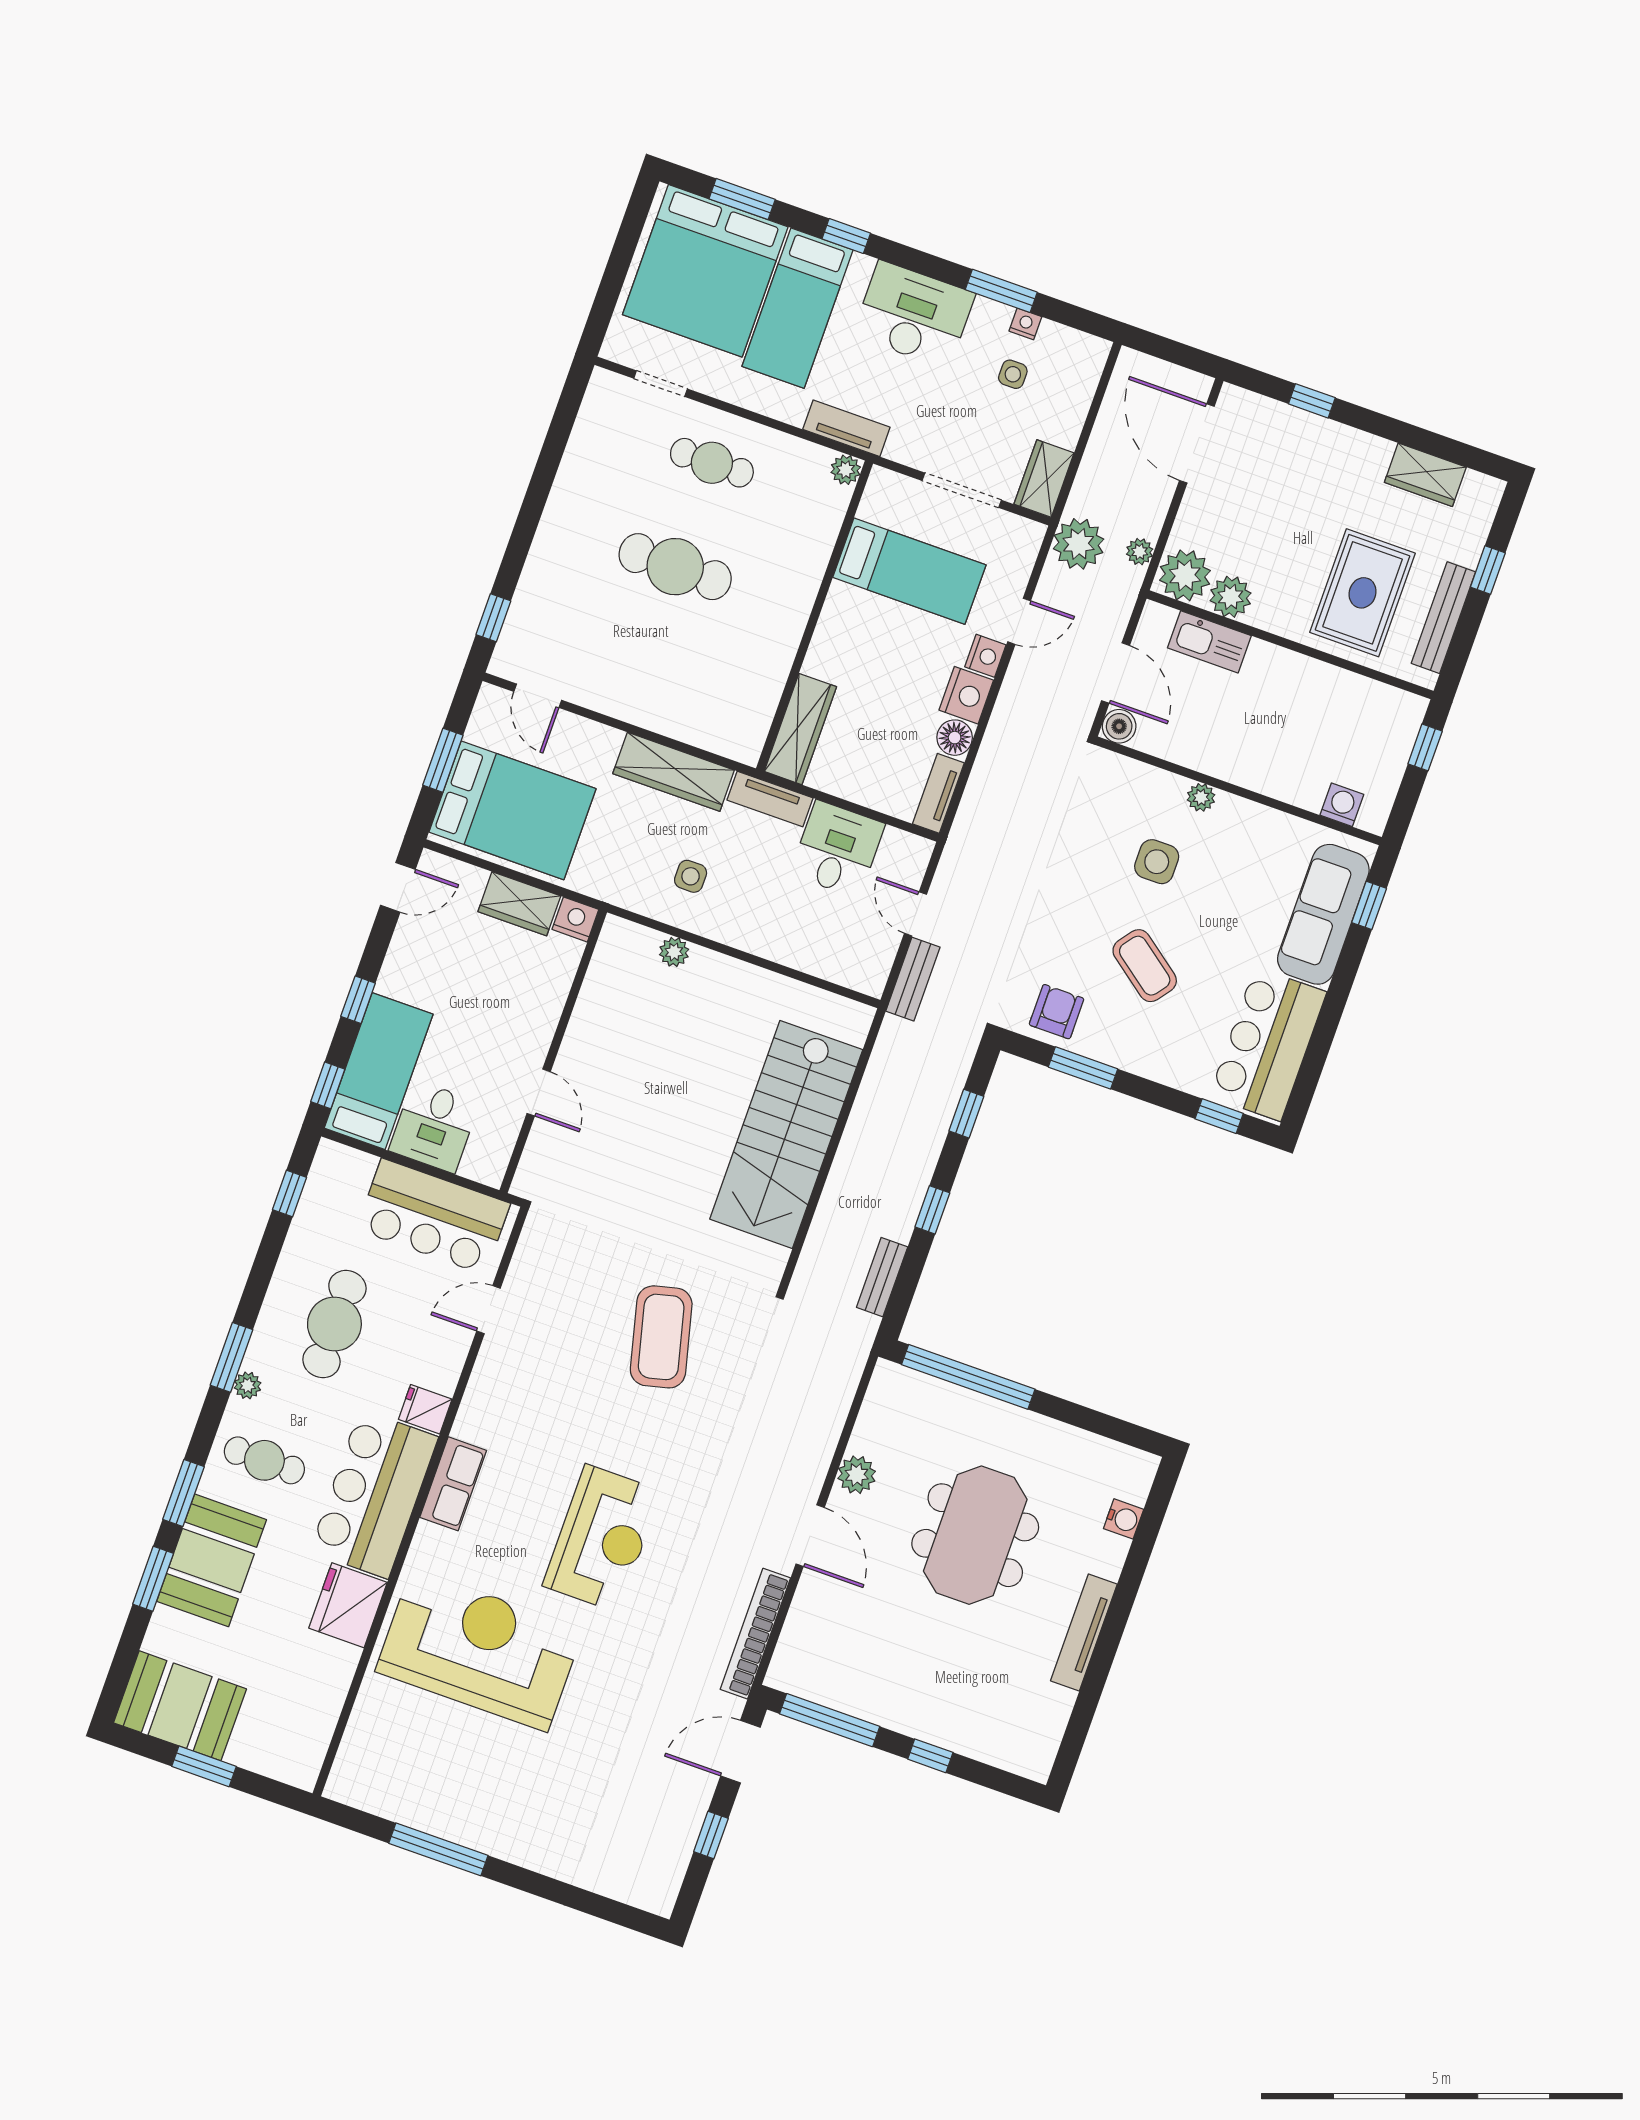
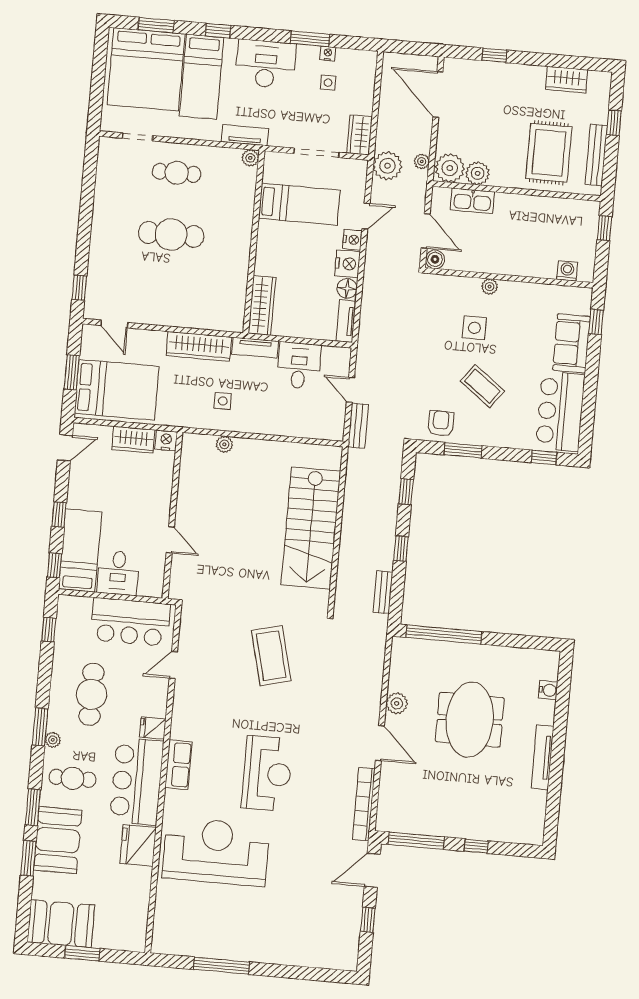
sofa: (1323, 914) -> (572, 343), width x0.73

